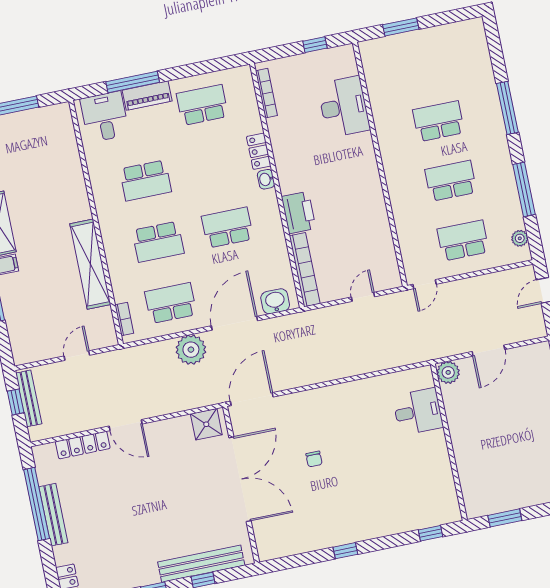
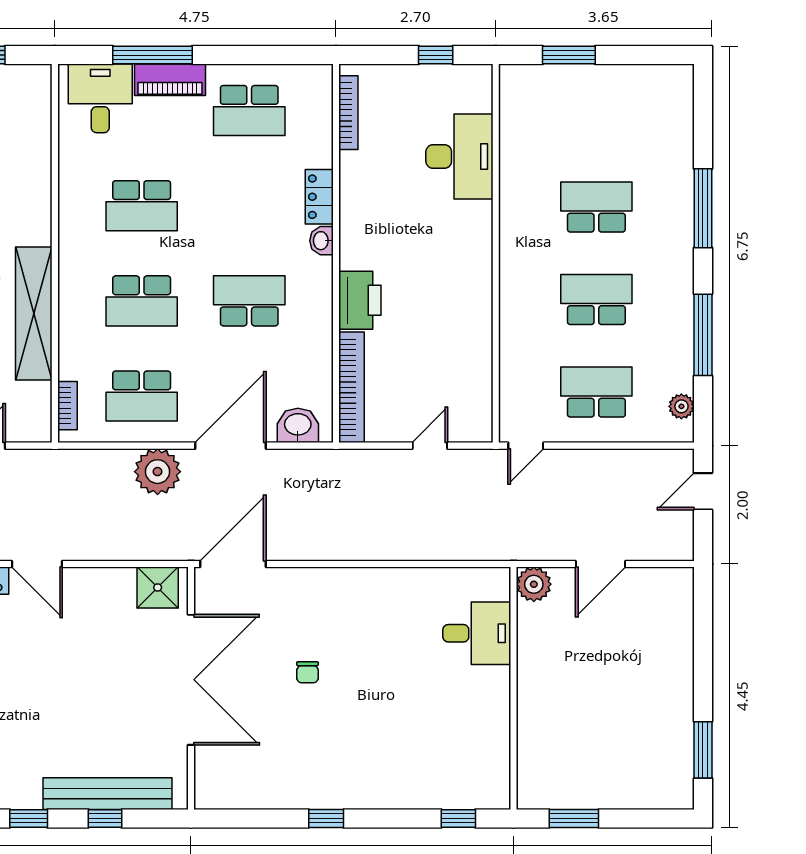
school desk: (202, 105) -> (249, 111), turned 180
school desk: (171, 303) -> (142, 396), turned 180

